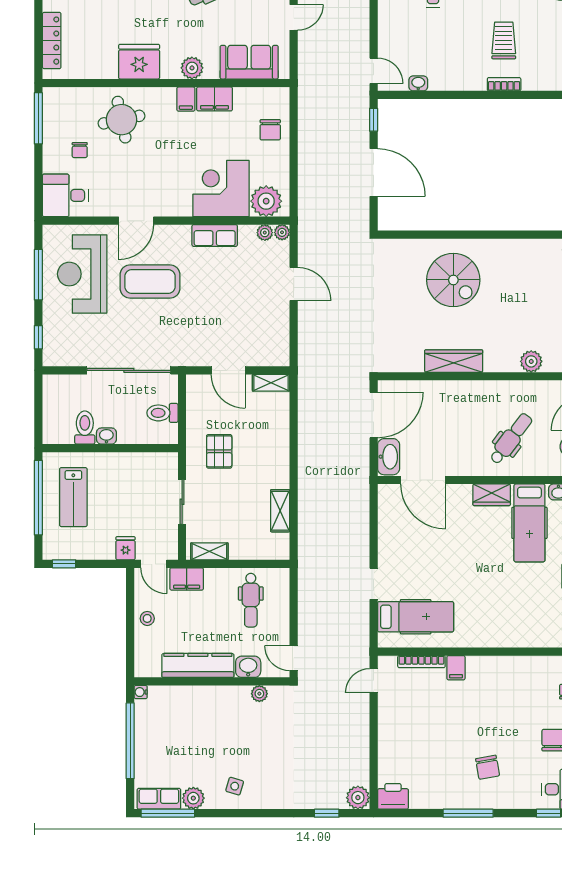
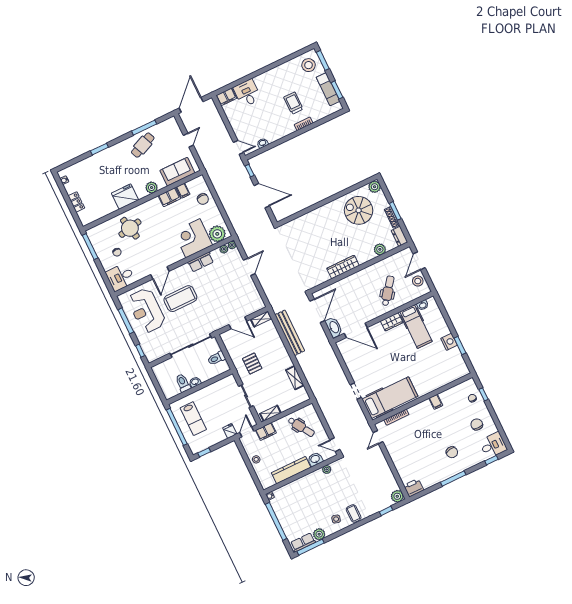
locker: (52, 41) -> (76, 202), width x0.66
filing cabinet: (186, 99) -> (183, 191), moved
spiral stairs: (453, 280) -> (359, 210), moved, turned 180
door: (294, 284) -> (249, 267), hinge flipped
bench: (308, 430) -> (290, 333), added
door: (154, 564) -> (247, 432), swing flipped
dental chair: (251, 600) -> (301, 427), turned -32
hospital bed: (416, 617) -> (390, 398), width x1.37, depth x1.29
filing cabinet: (456, 668) -> (436, 402), moved
coffee table: (269, 791) -> (354, 513), added

